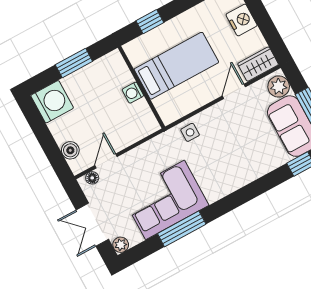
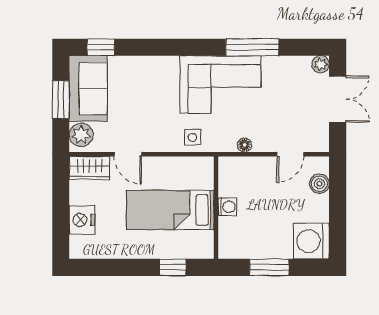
door: (234, 91) -> (128, 154), hinge flipped
floor lamp: (92, 178) -> (244, 145), moved
corner sofa: (165, 200) -> (220, 84), moved

